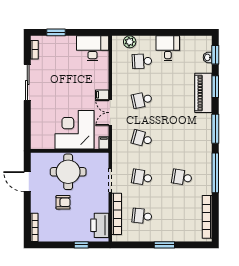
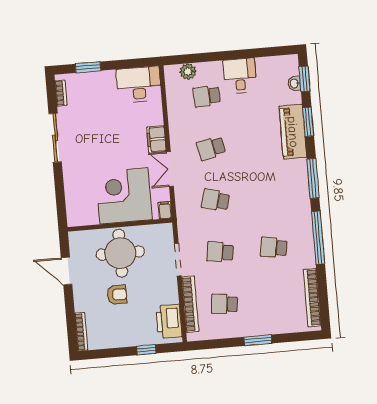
filing cabinet: (102, 95) -> (156, 139), width x2.00

